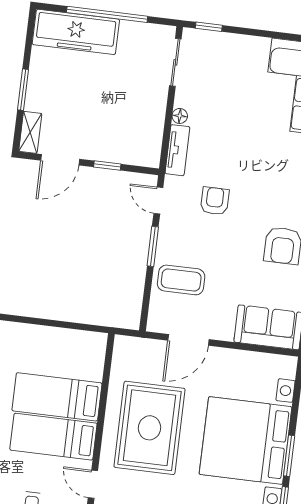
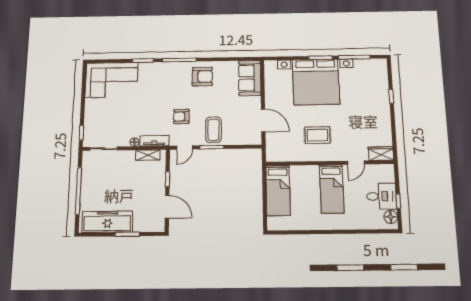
freezer: (76, 32) -> (107, 222), moved, turned -90
shelving: (30, 132) -> (148, 155), moved
coffee table: (181, 280) -> (213, 130), moved
bed: (57, 397) -> (278, 190), moved
rug: (149, 428) -> (317, 135), width x0.54, depth x0.49

